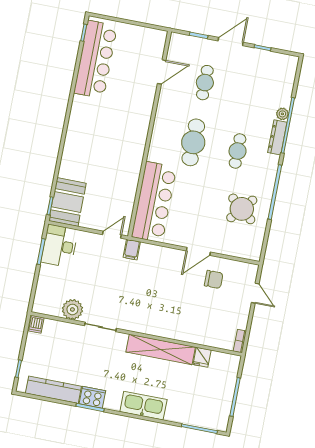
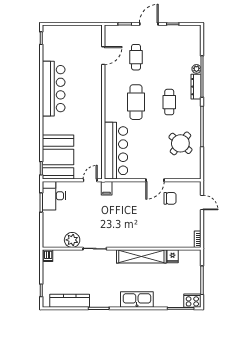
bar counter: (96, 59) -> (54, 89), moved
booth: (67, 202) -> (58, 157), width x1.36, depth x1.42
cooker: (92, 397) -> (192, 301), moved

